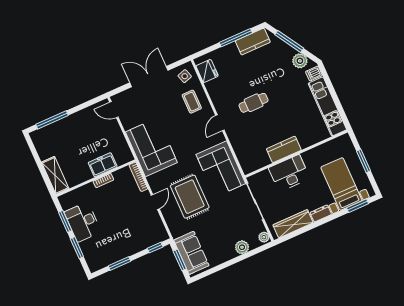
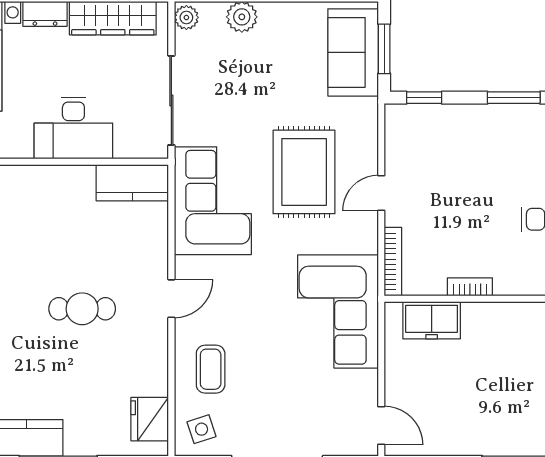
kitchen counter: (284, 149) -> (132, 183), moved
freezer: (103, 165) -> (432, 320), moved

